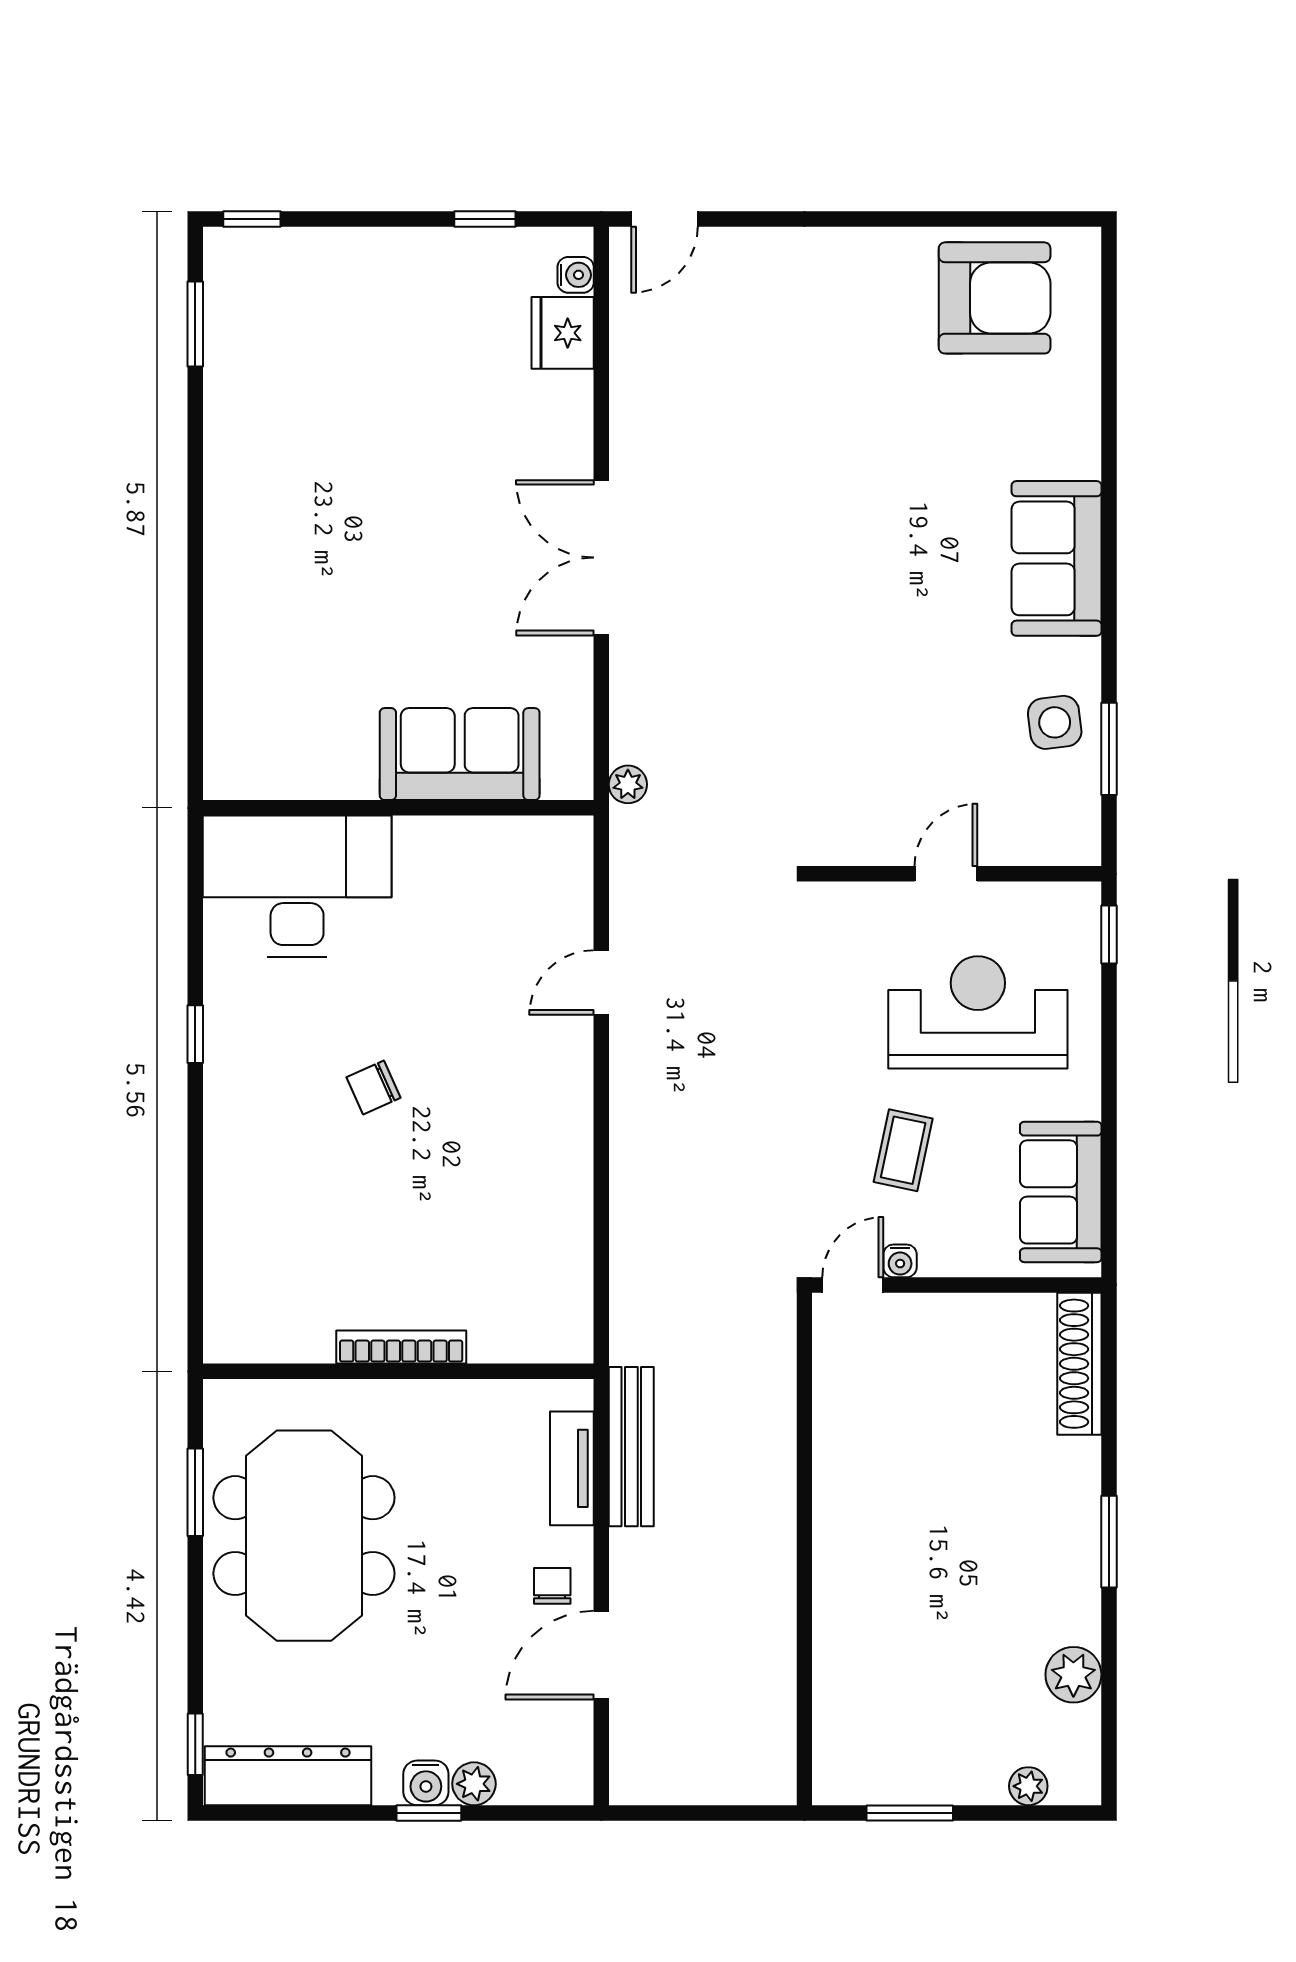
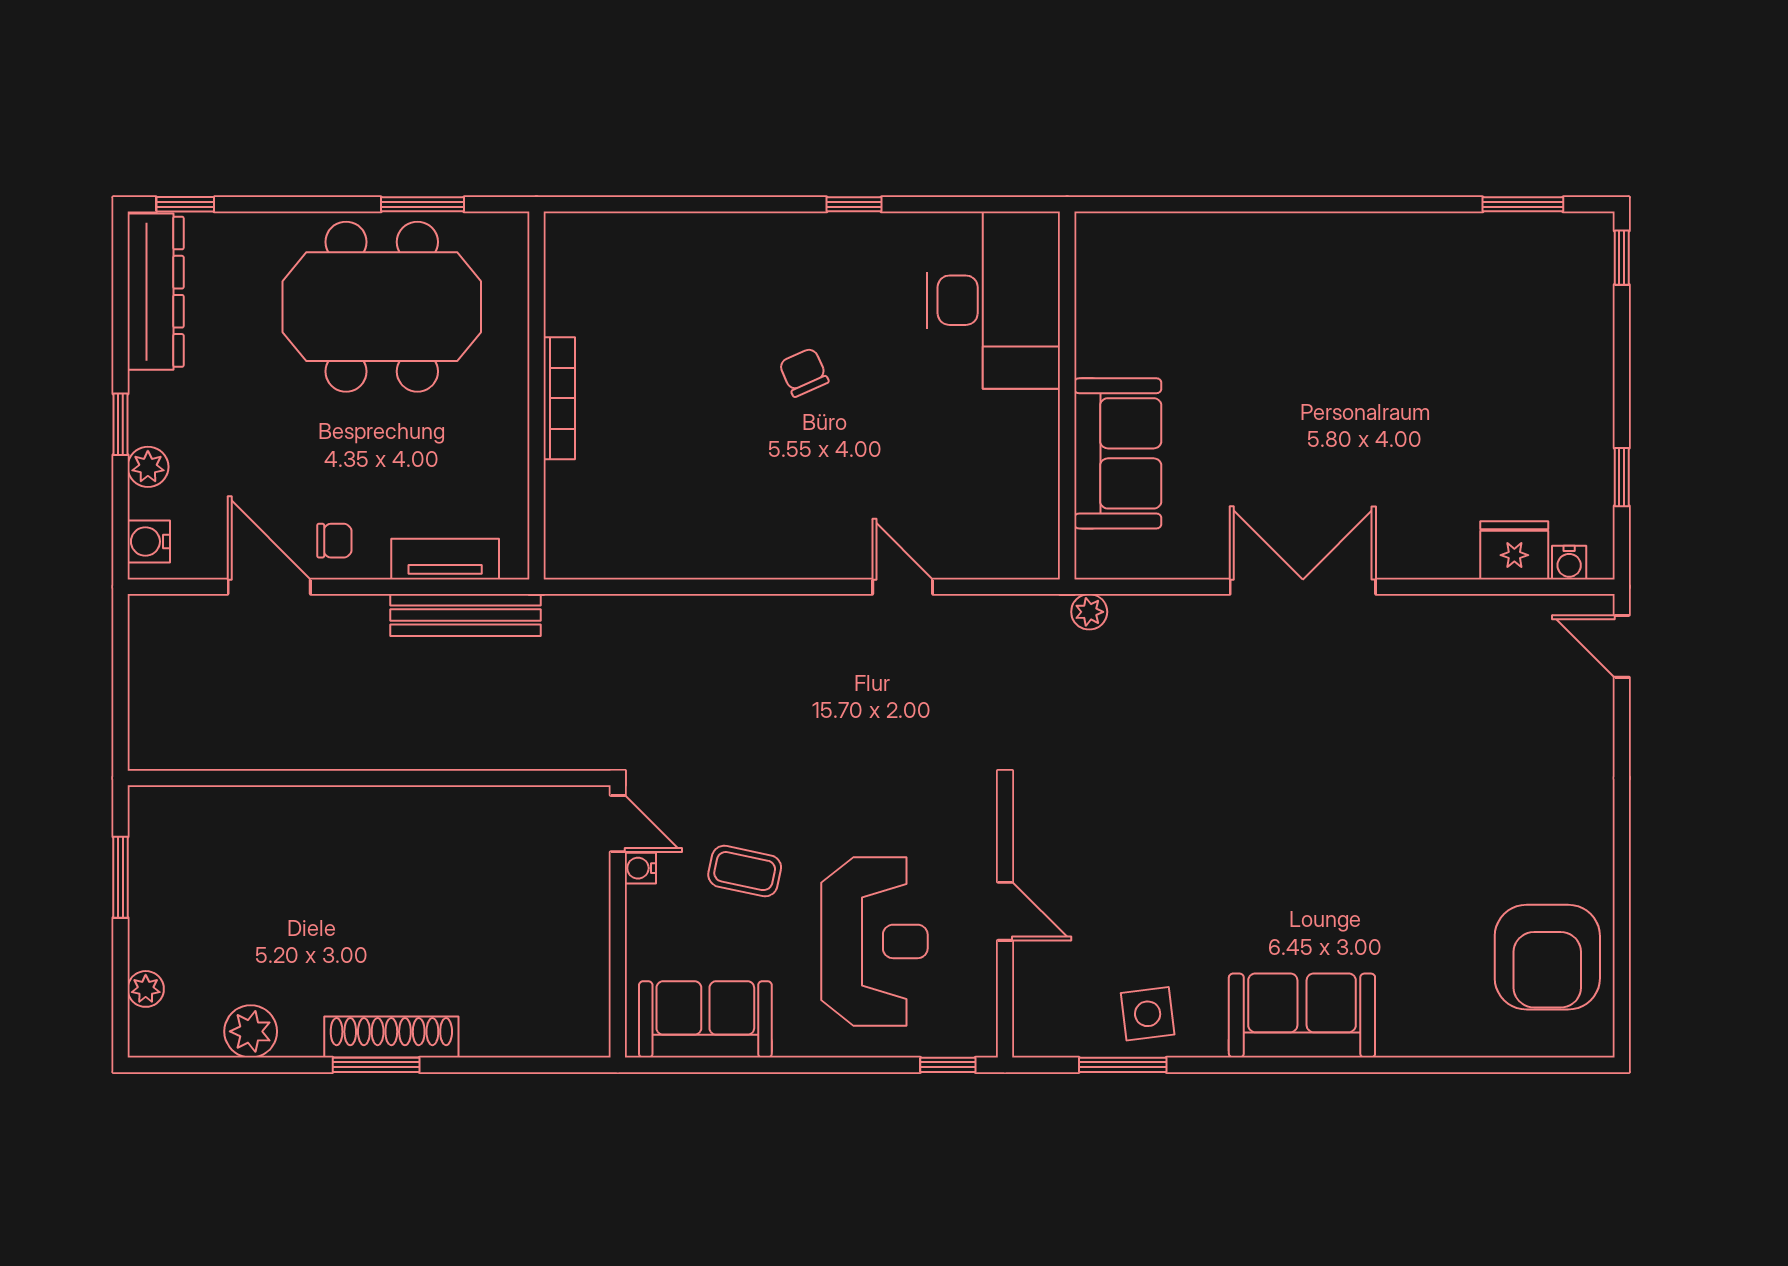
shoe rack: (1079, 1364) -> (391, 1037), moved
water cooler: (426, 1783) -> (149, 541), moved

